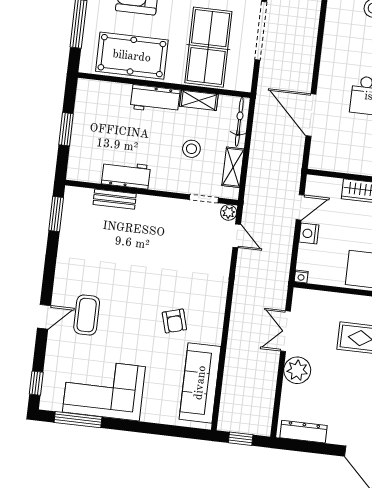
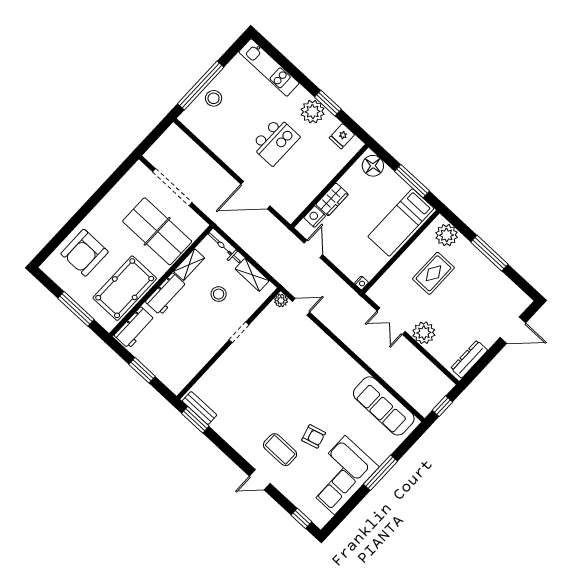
workbench: (126, 175) -> (135, 328), moved, turned 180
bench: (115, 199) -> (200, 408), moved, turned 90
doorway: (204, 199) -> (239, 332), moved
nightstand: (309, 234) -> (315, 217), moved, turned 90
door: (44, 317) -> (260, 480), swing flipped
armchair: (174, 321) -> (314, 436), moved
window: (78, 420) -> (381, 473), moved

